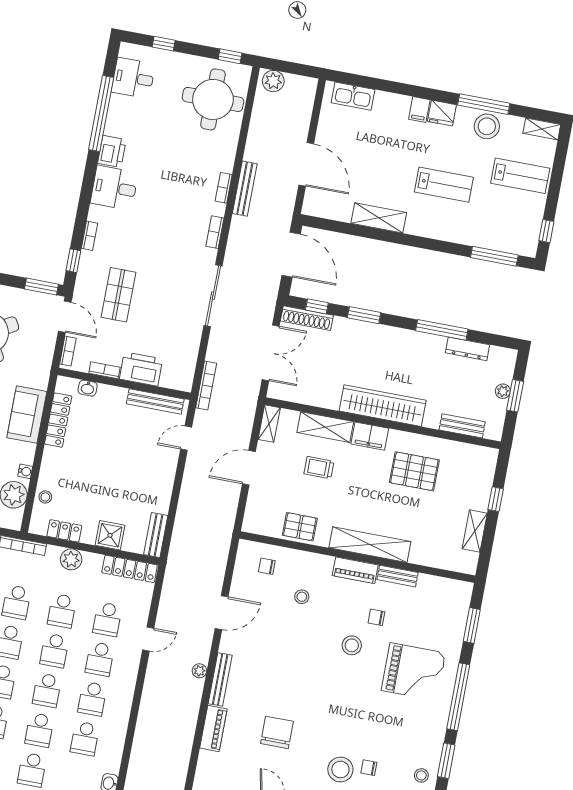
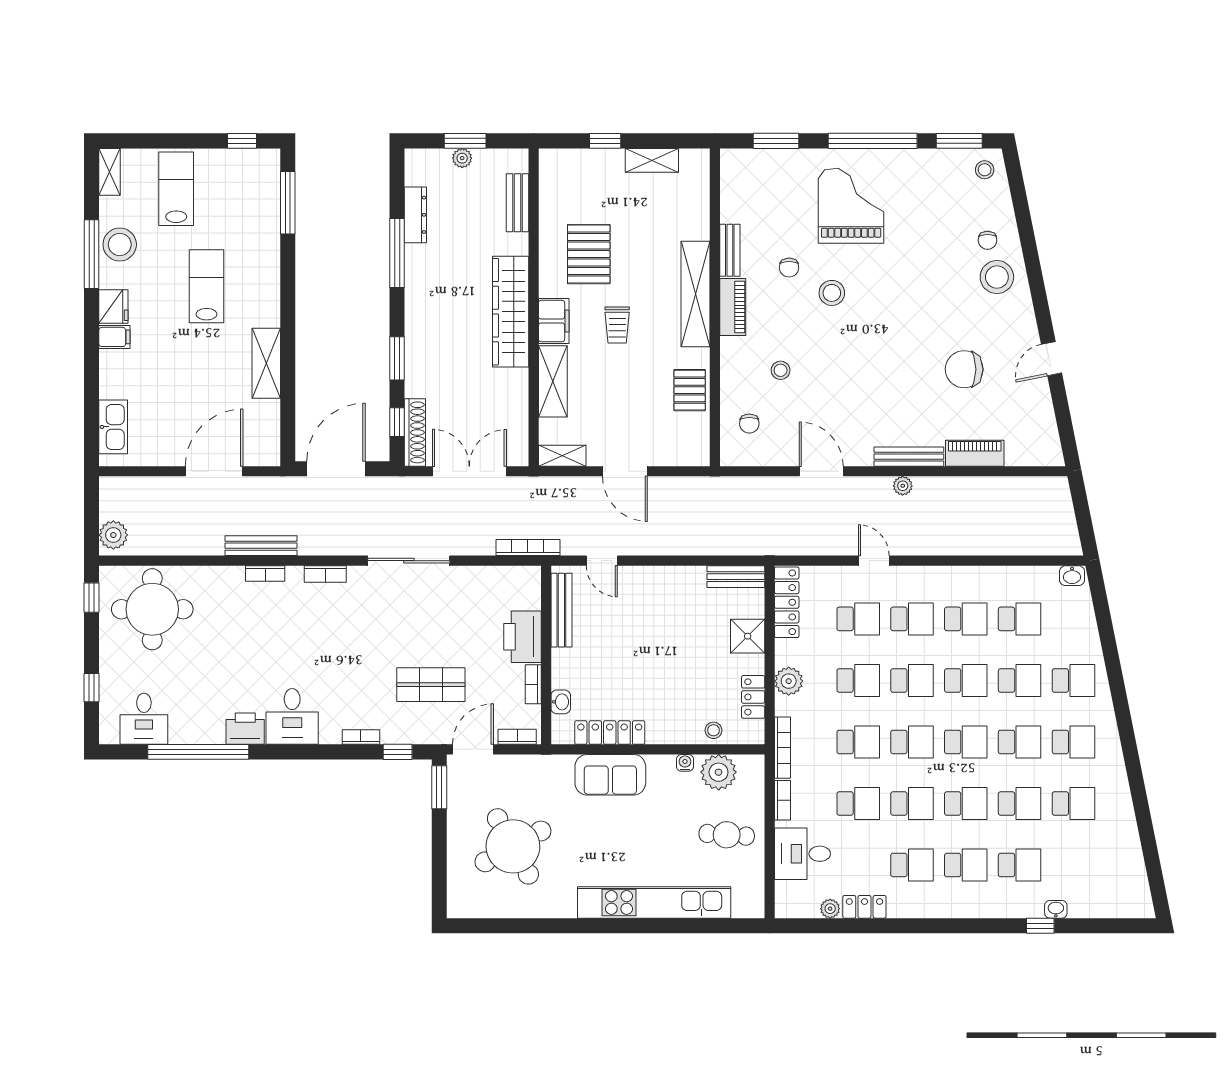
trolley: (319, 468) -> (617, 325), moved

